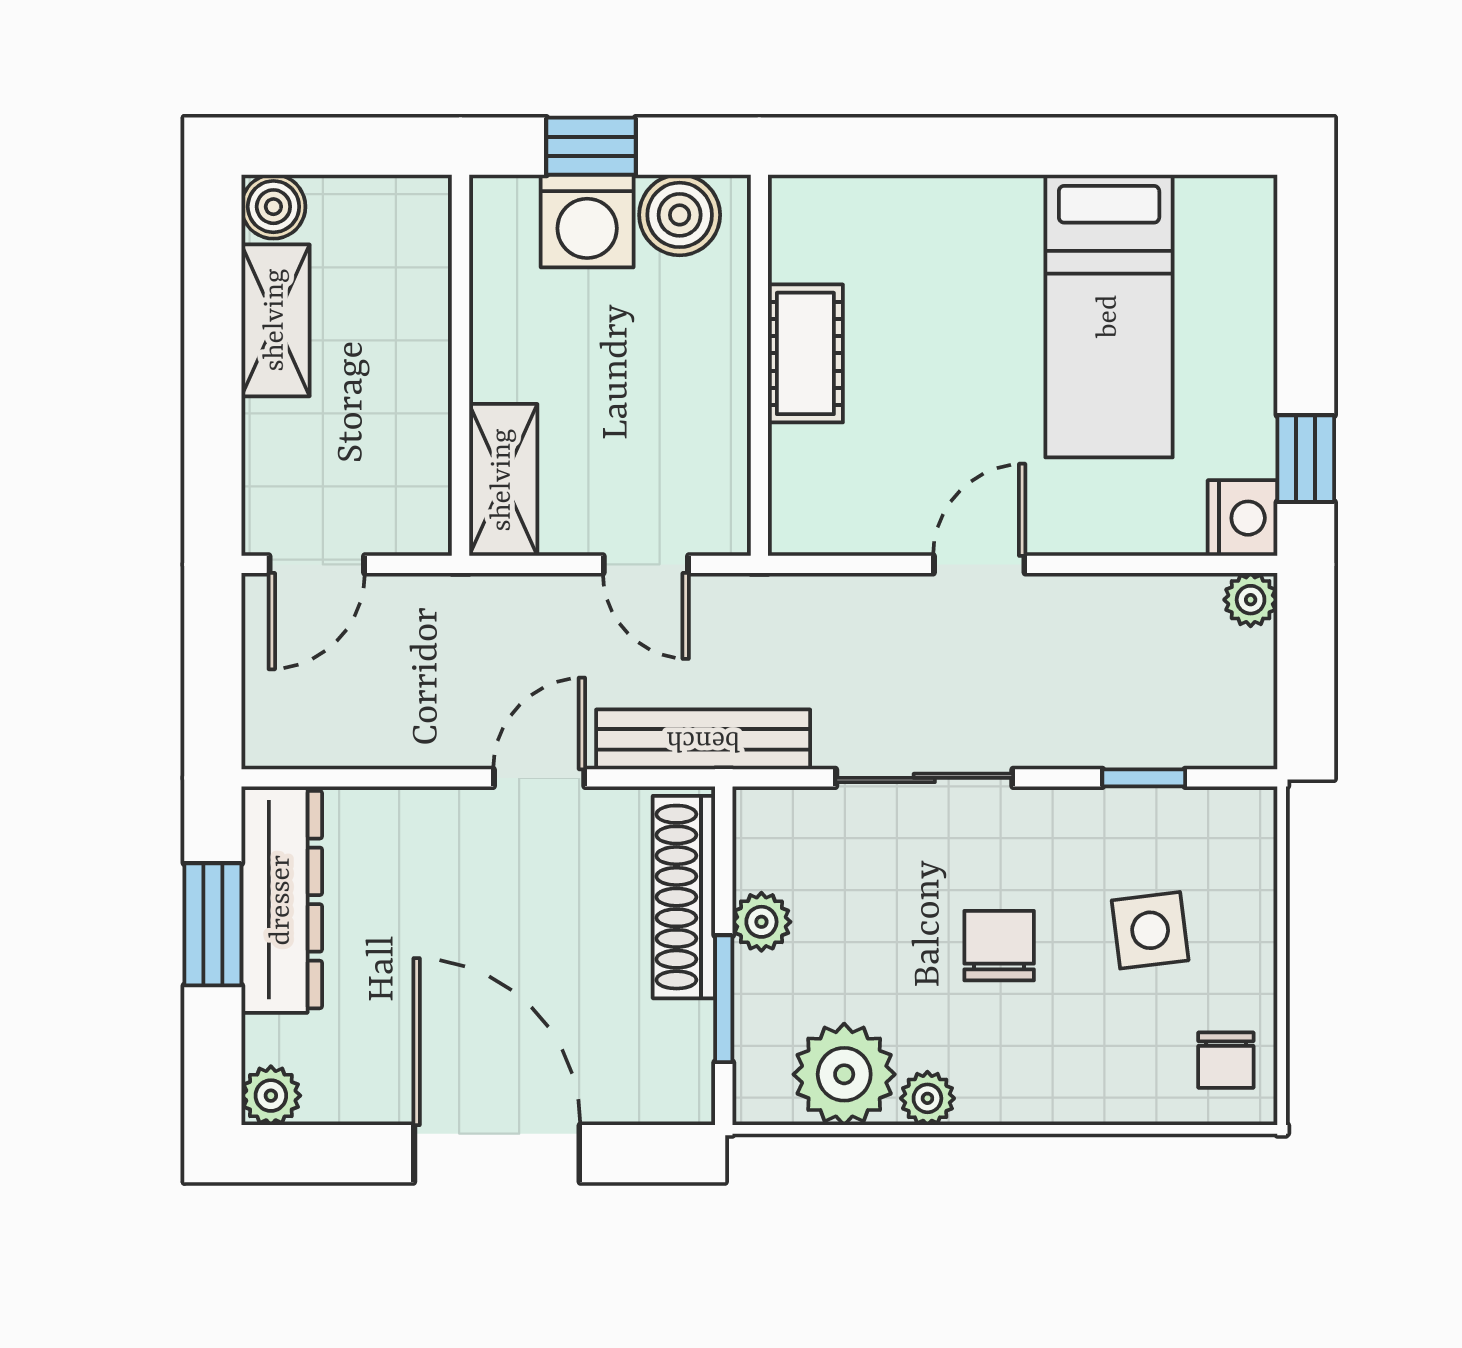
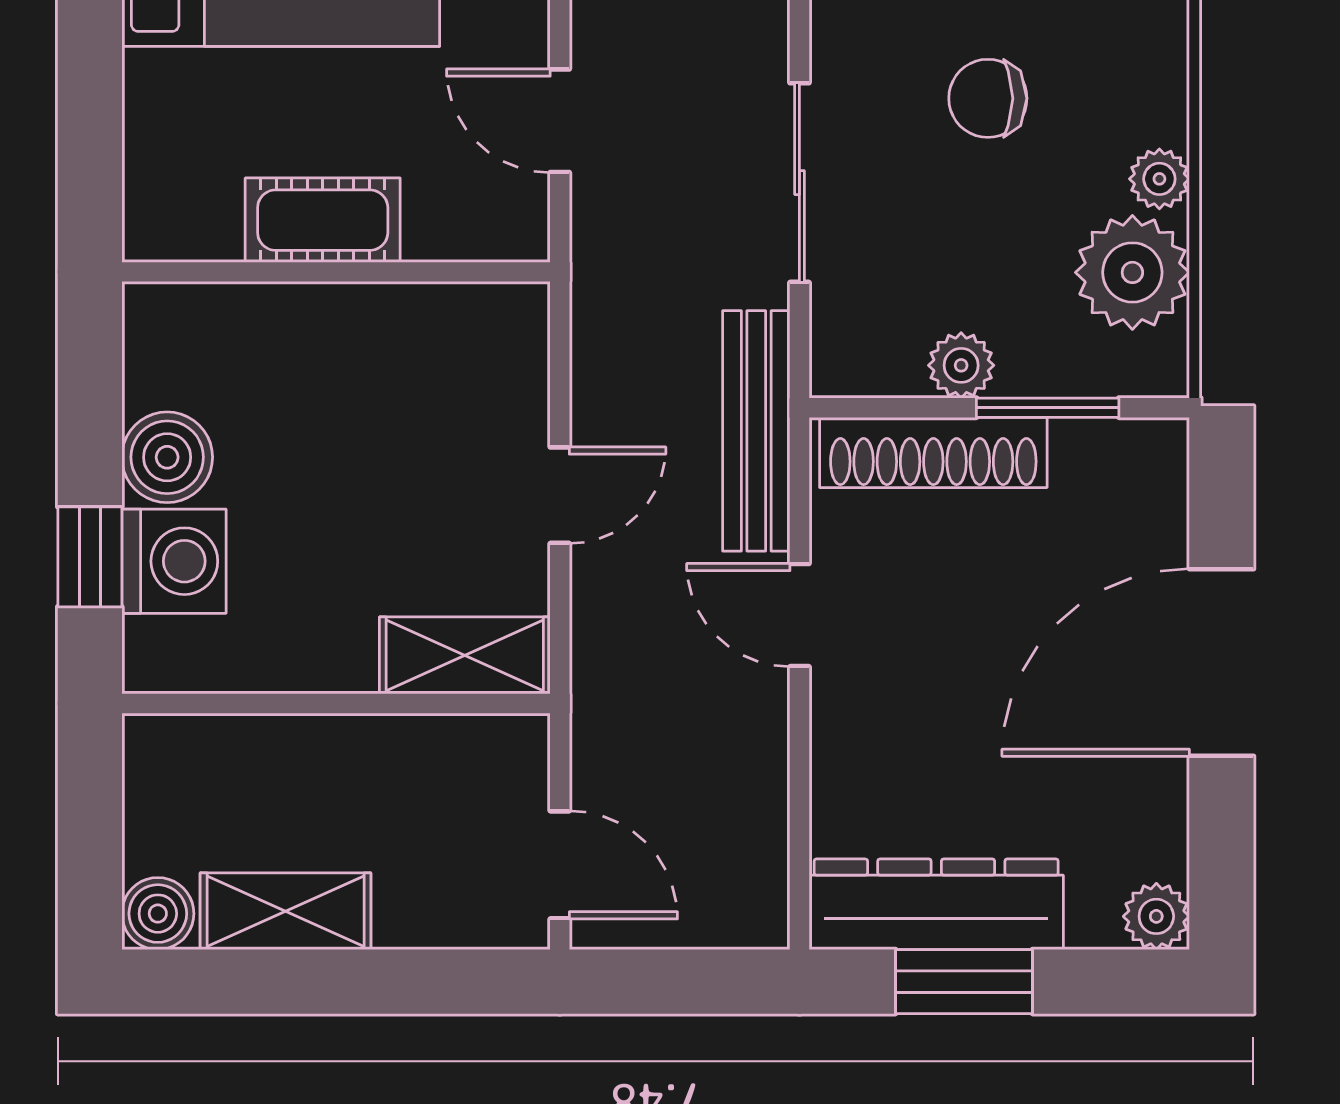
cot: (805, 353) -> (323, 220), moved
wall: (759, 365) -> (336, 272), moved

